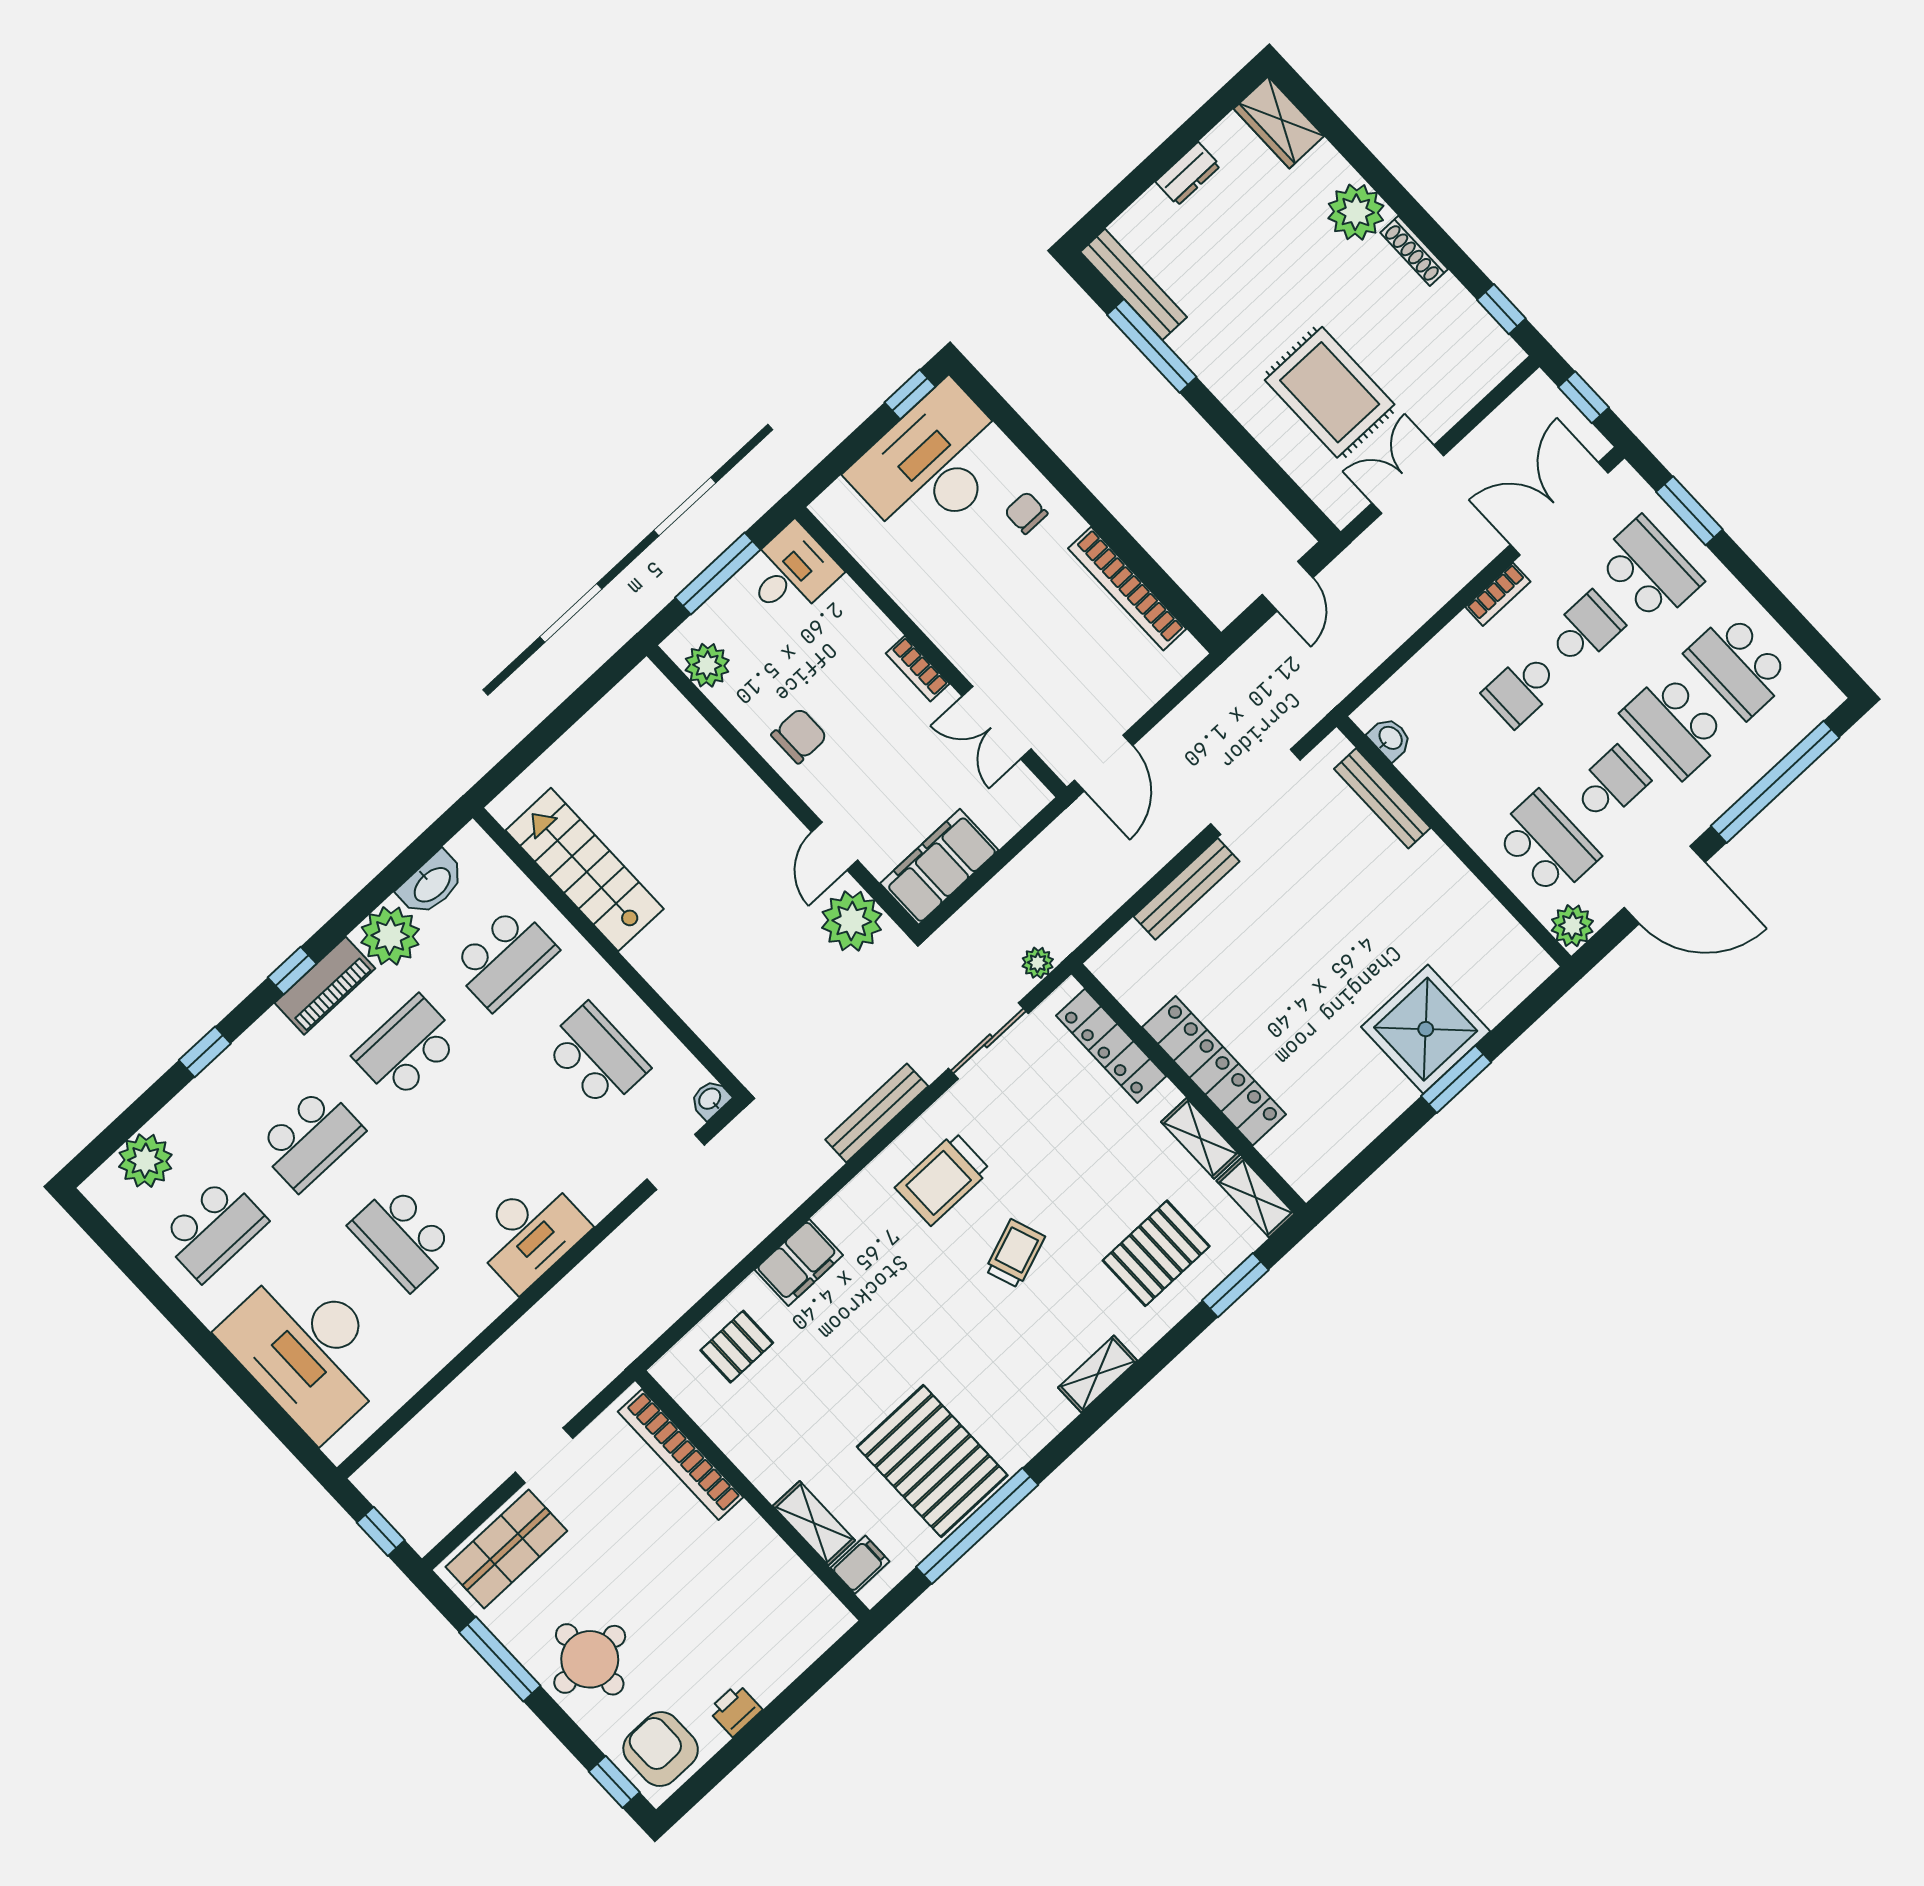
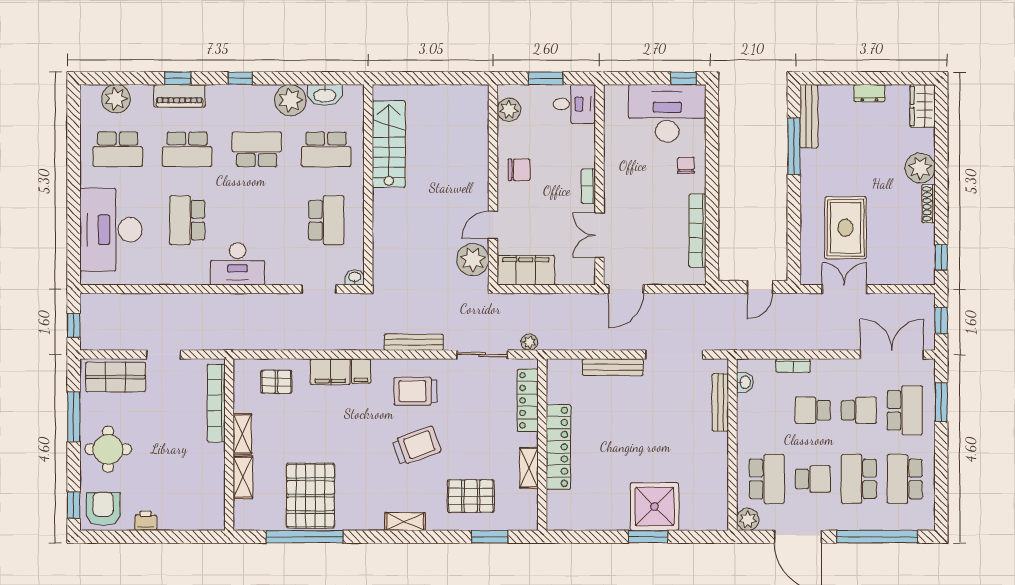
window: (718, 574) -> (546, 78), width x0.69
bookcase: (1498, 594) -> (793, 365), moved
piano: (325, 986) -> (180, 96), moved
shelving: (1256, 1197) -> (242, 434), moved
trolley: (1015, 1254) -> (416, 446), width x1.36, depth x1.39
filing cabinet: (860, 1565) -> (361, 371), moved, turned 90

